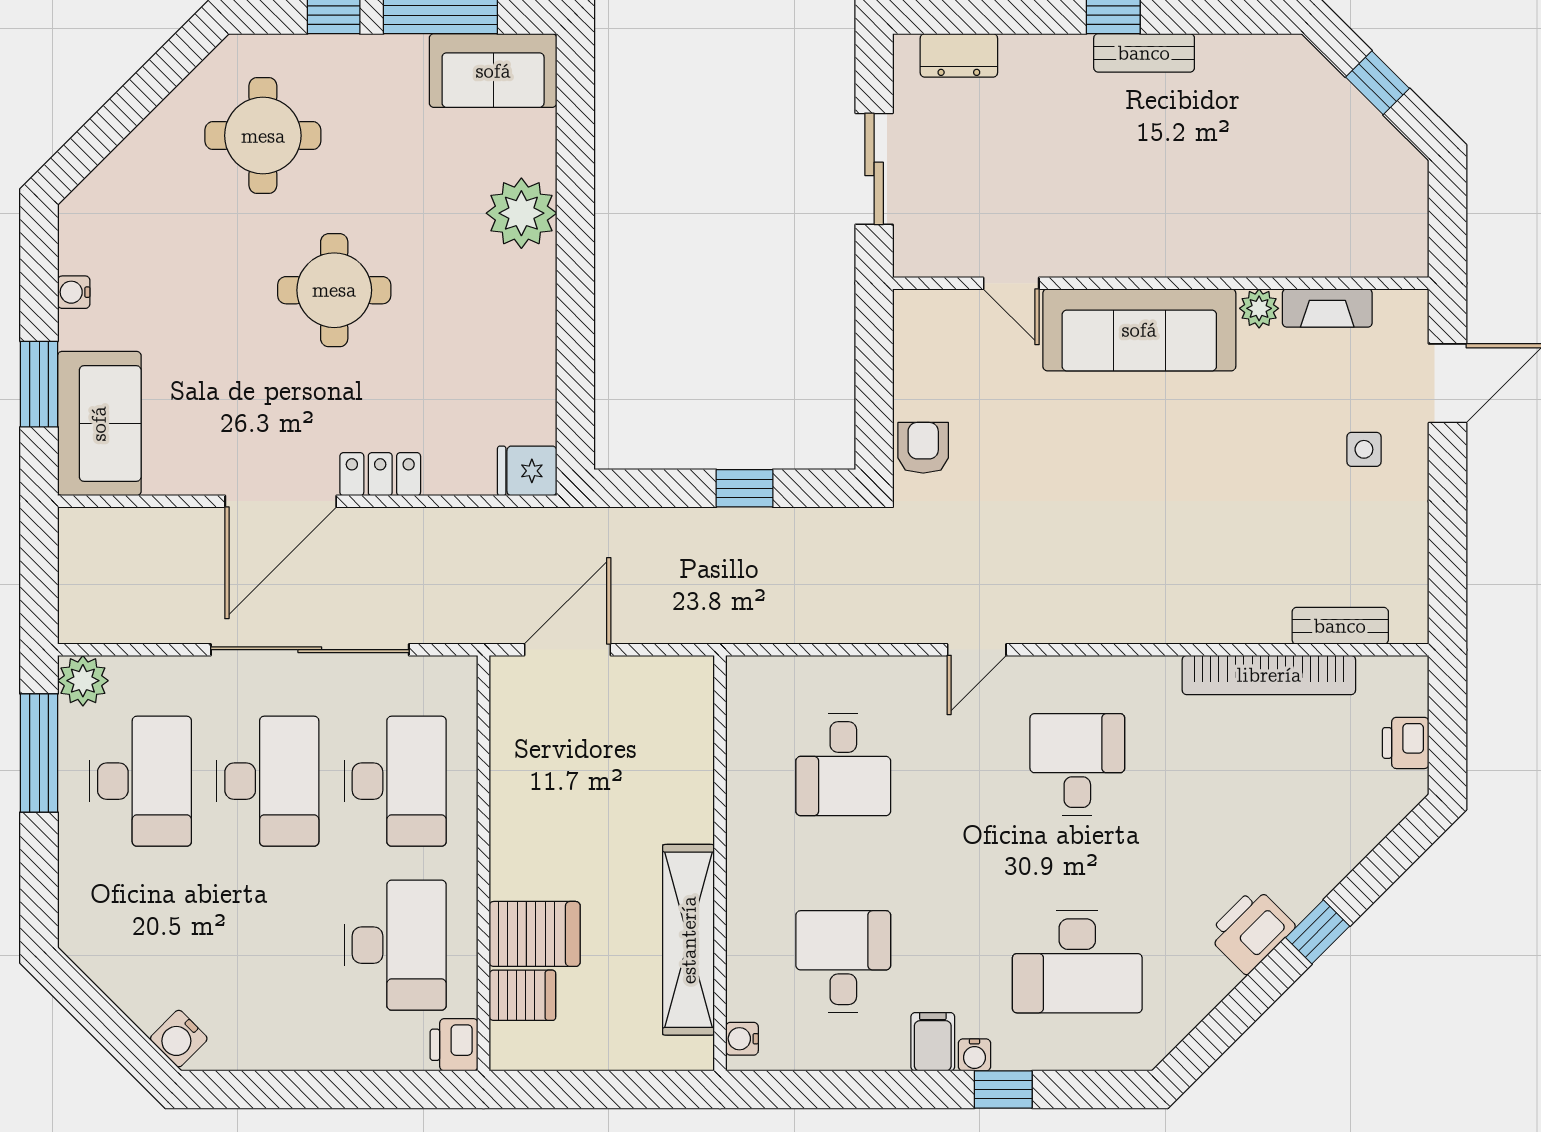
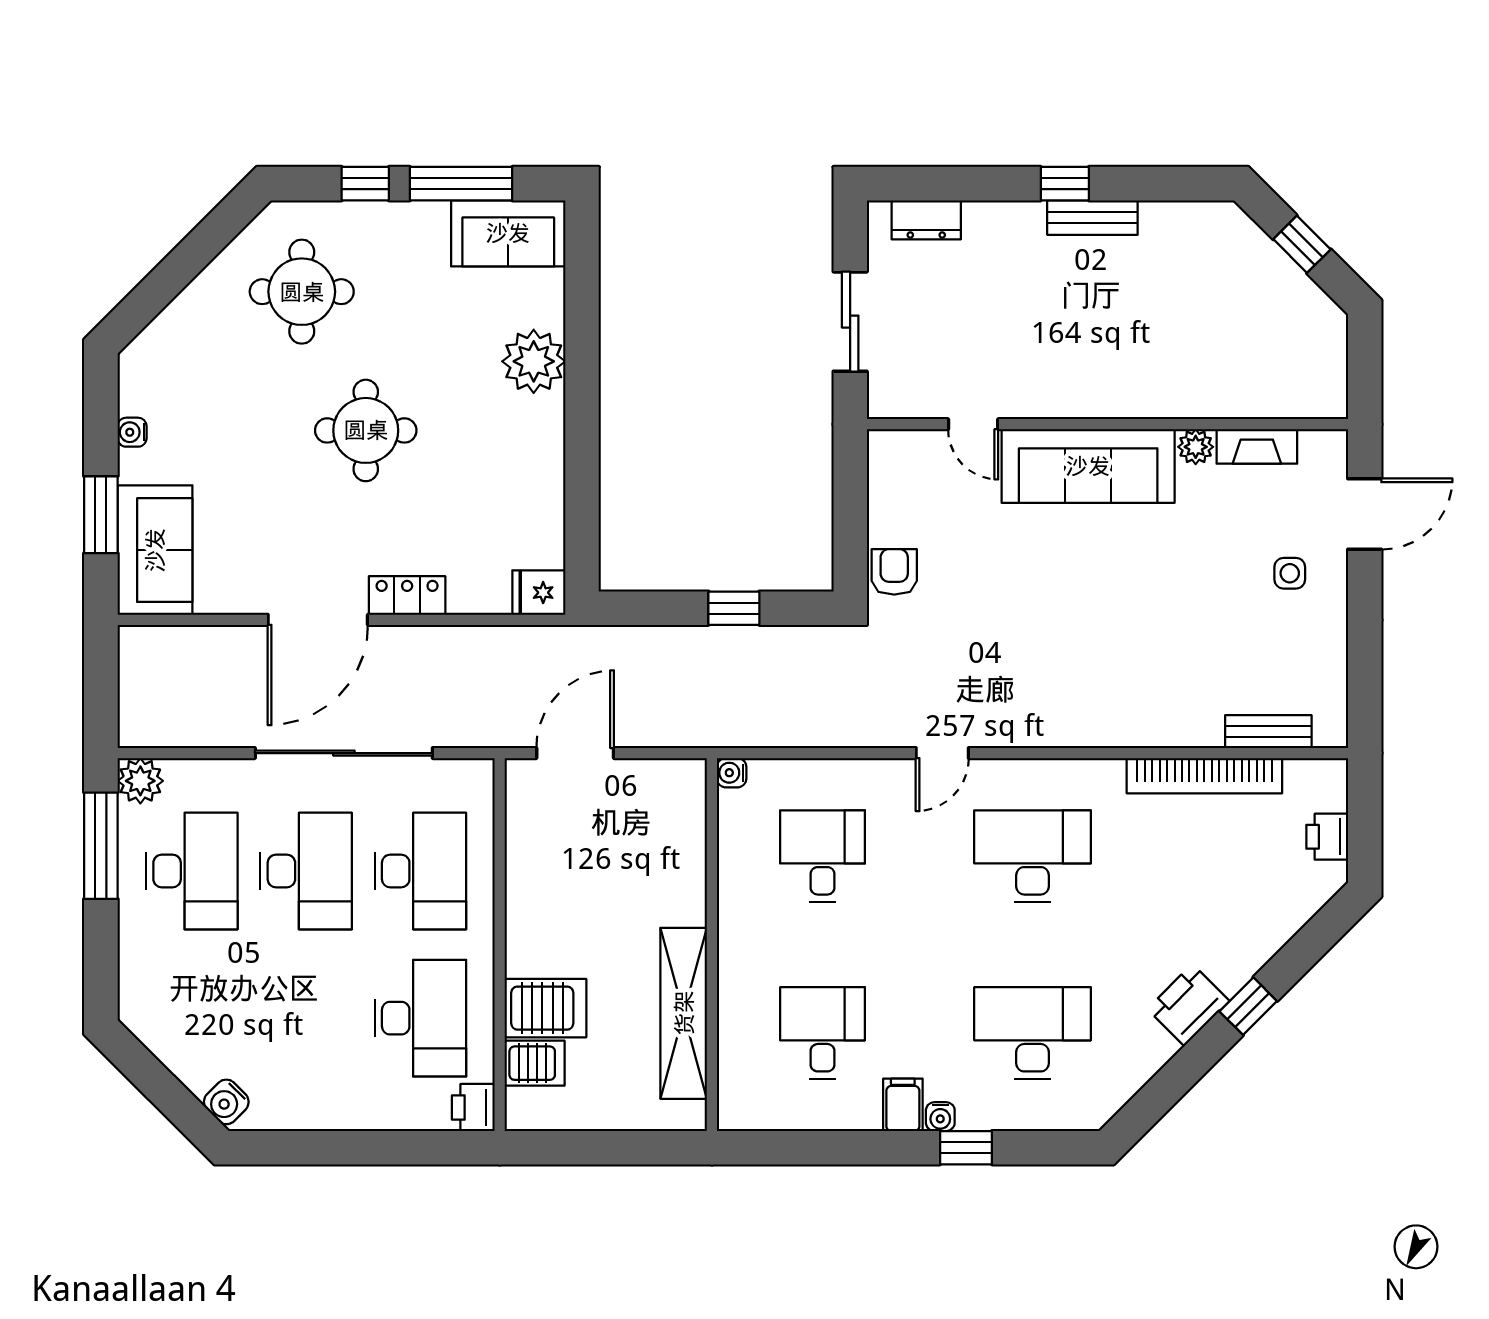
desk: (843, 765) -> (823, 856), turned 180
desk: (1077, 765) -> (1032, 856), width x1.37
desk: (1077, 962) -> (1032, 1033), turned 180
water cooler: (742, 1039) -> (732, 773), moved

